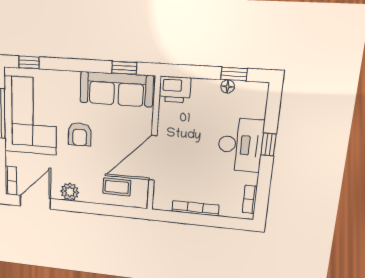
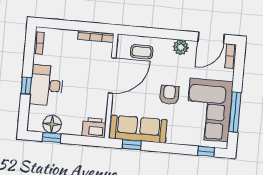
floor lamp: (228, 87) -> (52, 124), width x1.89, depth x1.89
bookcase: (195, 208) -> (96, 37), moved

